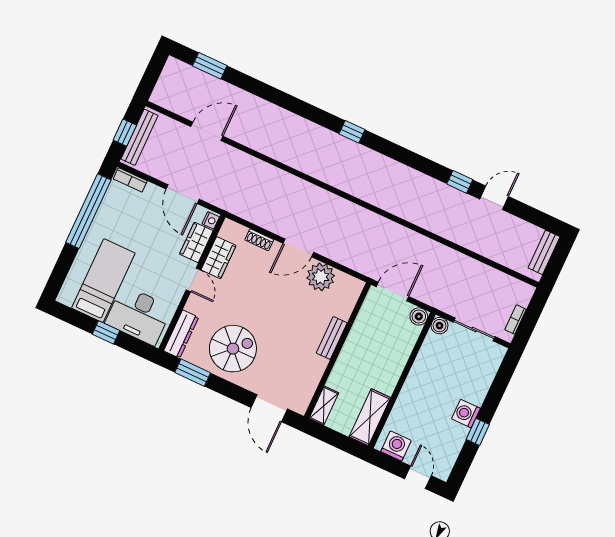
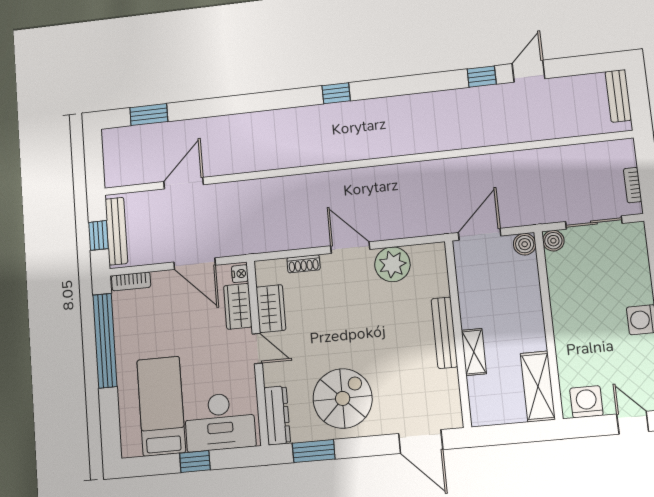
door: (298, 248) -> (350, 248), swing flipped
bench: (332, 338) -> (444, 333), width x1.36
shelving: (324, 406) -> (474, 352), moved

